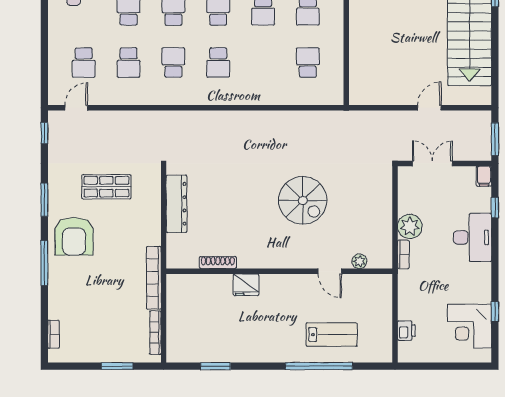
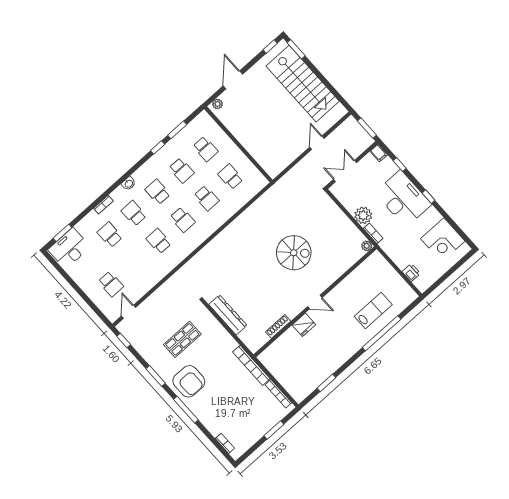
school desk: (129, 63) -> (207, 198), moved
desk: (472, 237) -> (403, 199), width x1.36, depth x1.30
plant: (359, 261) -> (367, 246), moved
door: (330, 271) -> (315, 302), moved
window: (495, 312) -> (428, 197), moved

